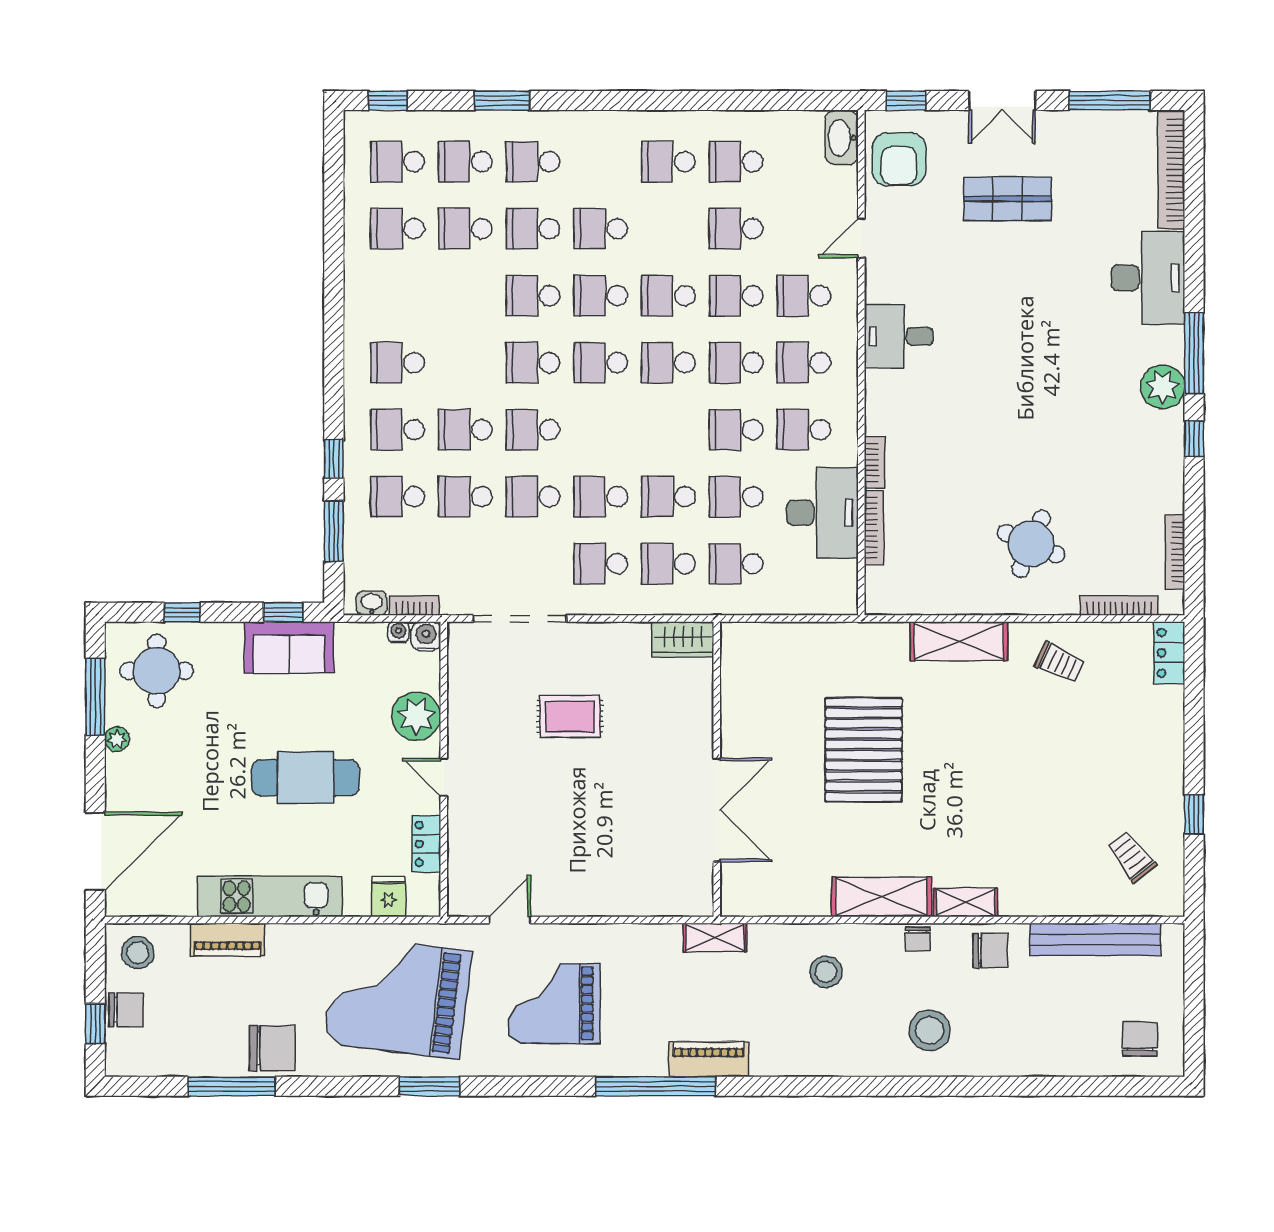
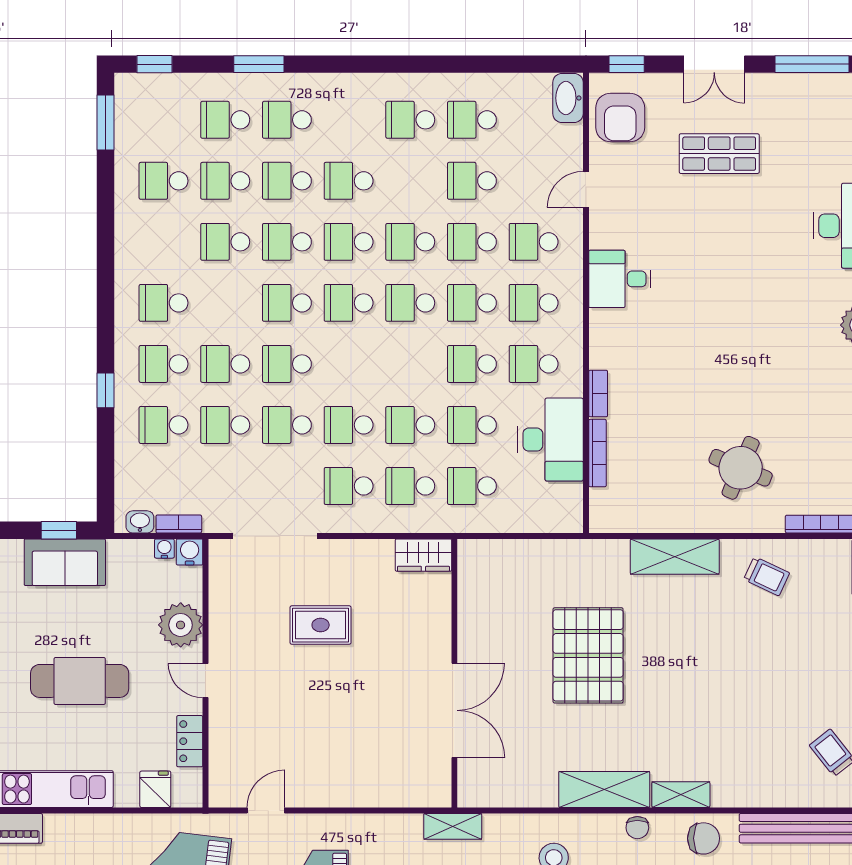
school desk: (398, 162) -> (225, 242), moved
window: (334, 531) -> (106, 122), moved

